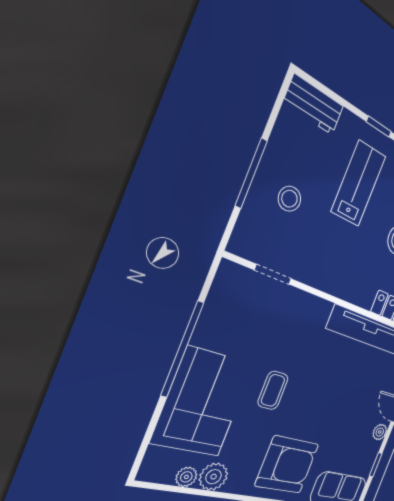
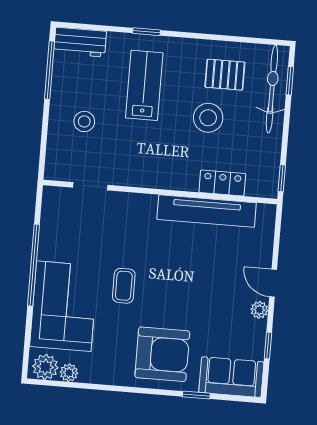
window: (251, 173) -> (50, 70), moved
plant: (214, 477) -> (45, 367), moved

